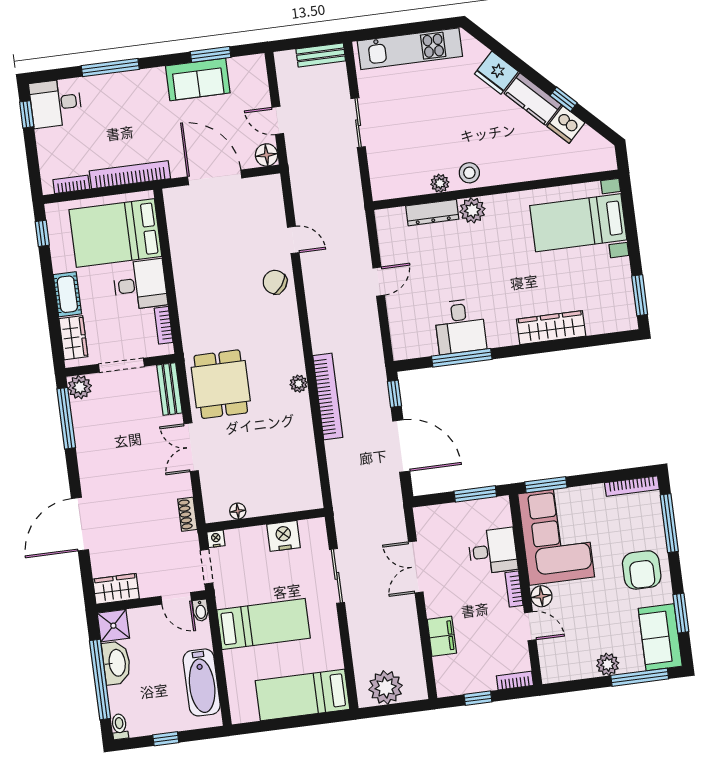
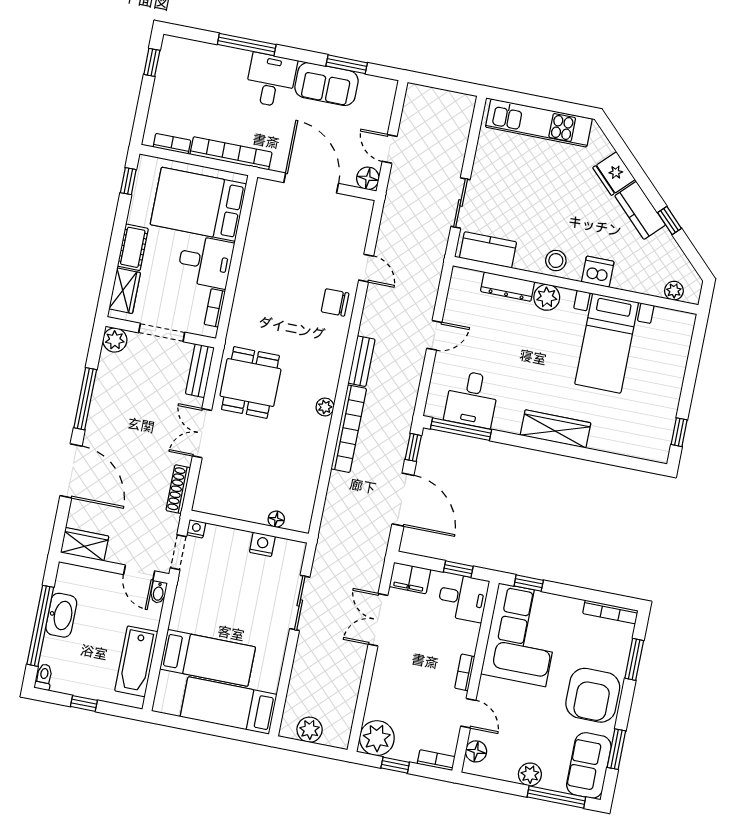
bench: (321, 55) -> (362, 361), moved, turned 90
desk: (56, 103) -> (271, 80), moved, turned 90
sliding door: (358, 123) -> (461, 203), moved
dishwasher: (566, 125) -> (598, 272), moved, turned 135
plant: (440, 183) -> (674, 291), moved
kitchen counter: (402, 184) -> (488, 250), added
bed with nightstands: (578, 223) -> (607, 343), moved, turned -90
chair: (275, 282) -> (335, 302), turned -36
window: (640, 295) -> (679, 432), width x0.67
desk: (460, 326) -> (472, 399), moved
wardrobe: (551, 328) -> (555, 429), moved
window: (462, 358) -> (461, 429), moved
window: (66, 418) -> (85, 399), moved
window: (546, 485) -> (529, 583), width x0.67
window: (475, 494) -> (458, 569), width x0.67
floor lamp: (238, 511) -> (276, 519), moved
shoe rack: (187, 514) -> (178, 489), width x1.43
window: (669, 523) -> (634, 659), width x0.69
door: (80, 524) -> (71, 471), swing flipped
nightstand: (284, 536) -> (262, 544), width x0.74, depth x0.75
desk: (493, 551) -> (463, 598), moved
armchair: (642, 570) -> (593, 695), width x1.36, depth x1.36
floor lamp: (541, 596) -> (476, 751), moved
bed: (264, 624) -> (208, 658), moved
shower: (113, 626) -> (70, 579), removed
filing cabinet: (442, 636) -> (410, 578), moved, turned 90
plant: (452, 679) -> (377, 738), added
plant: (386, 687) -> (310, 730), width x0.73, depth x0.73

